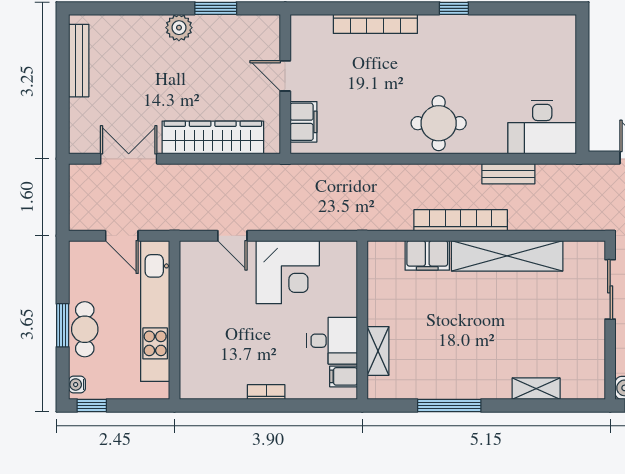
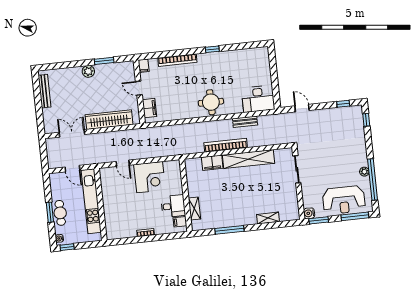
filing cabinet: (301, 28) -> (144, 66), added

